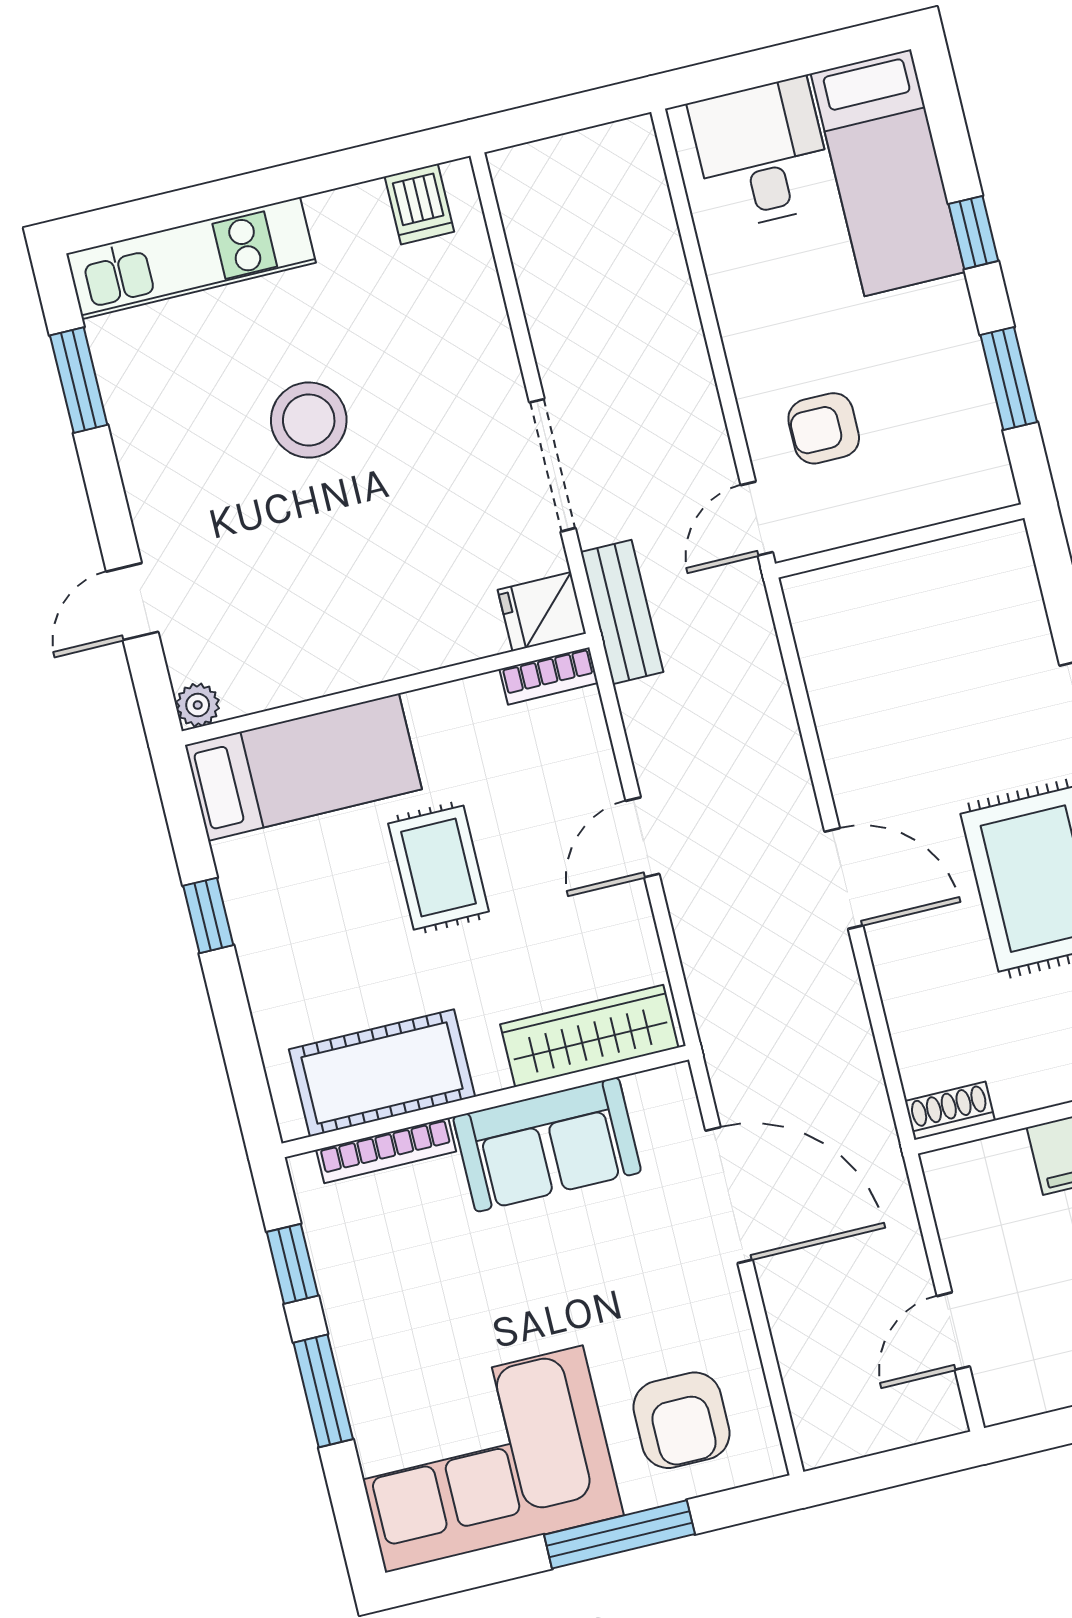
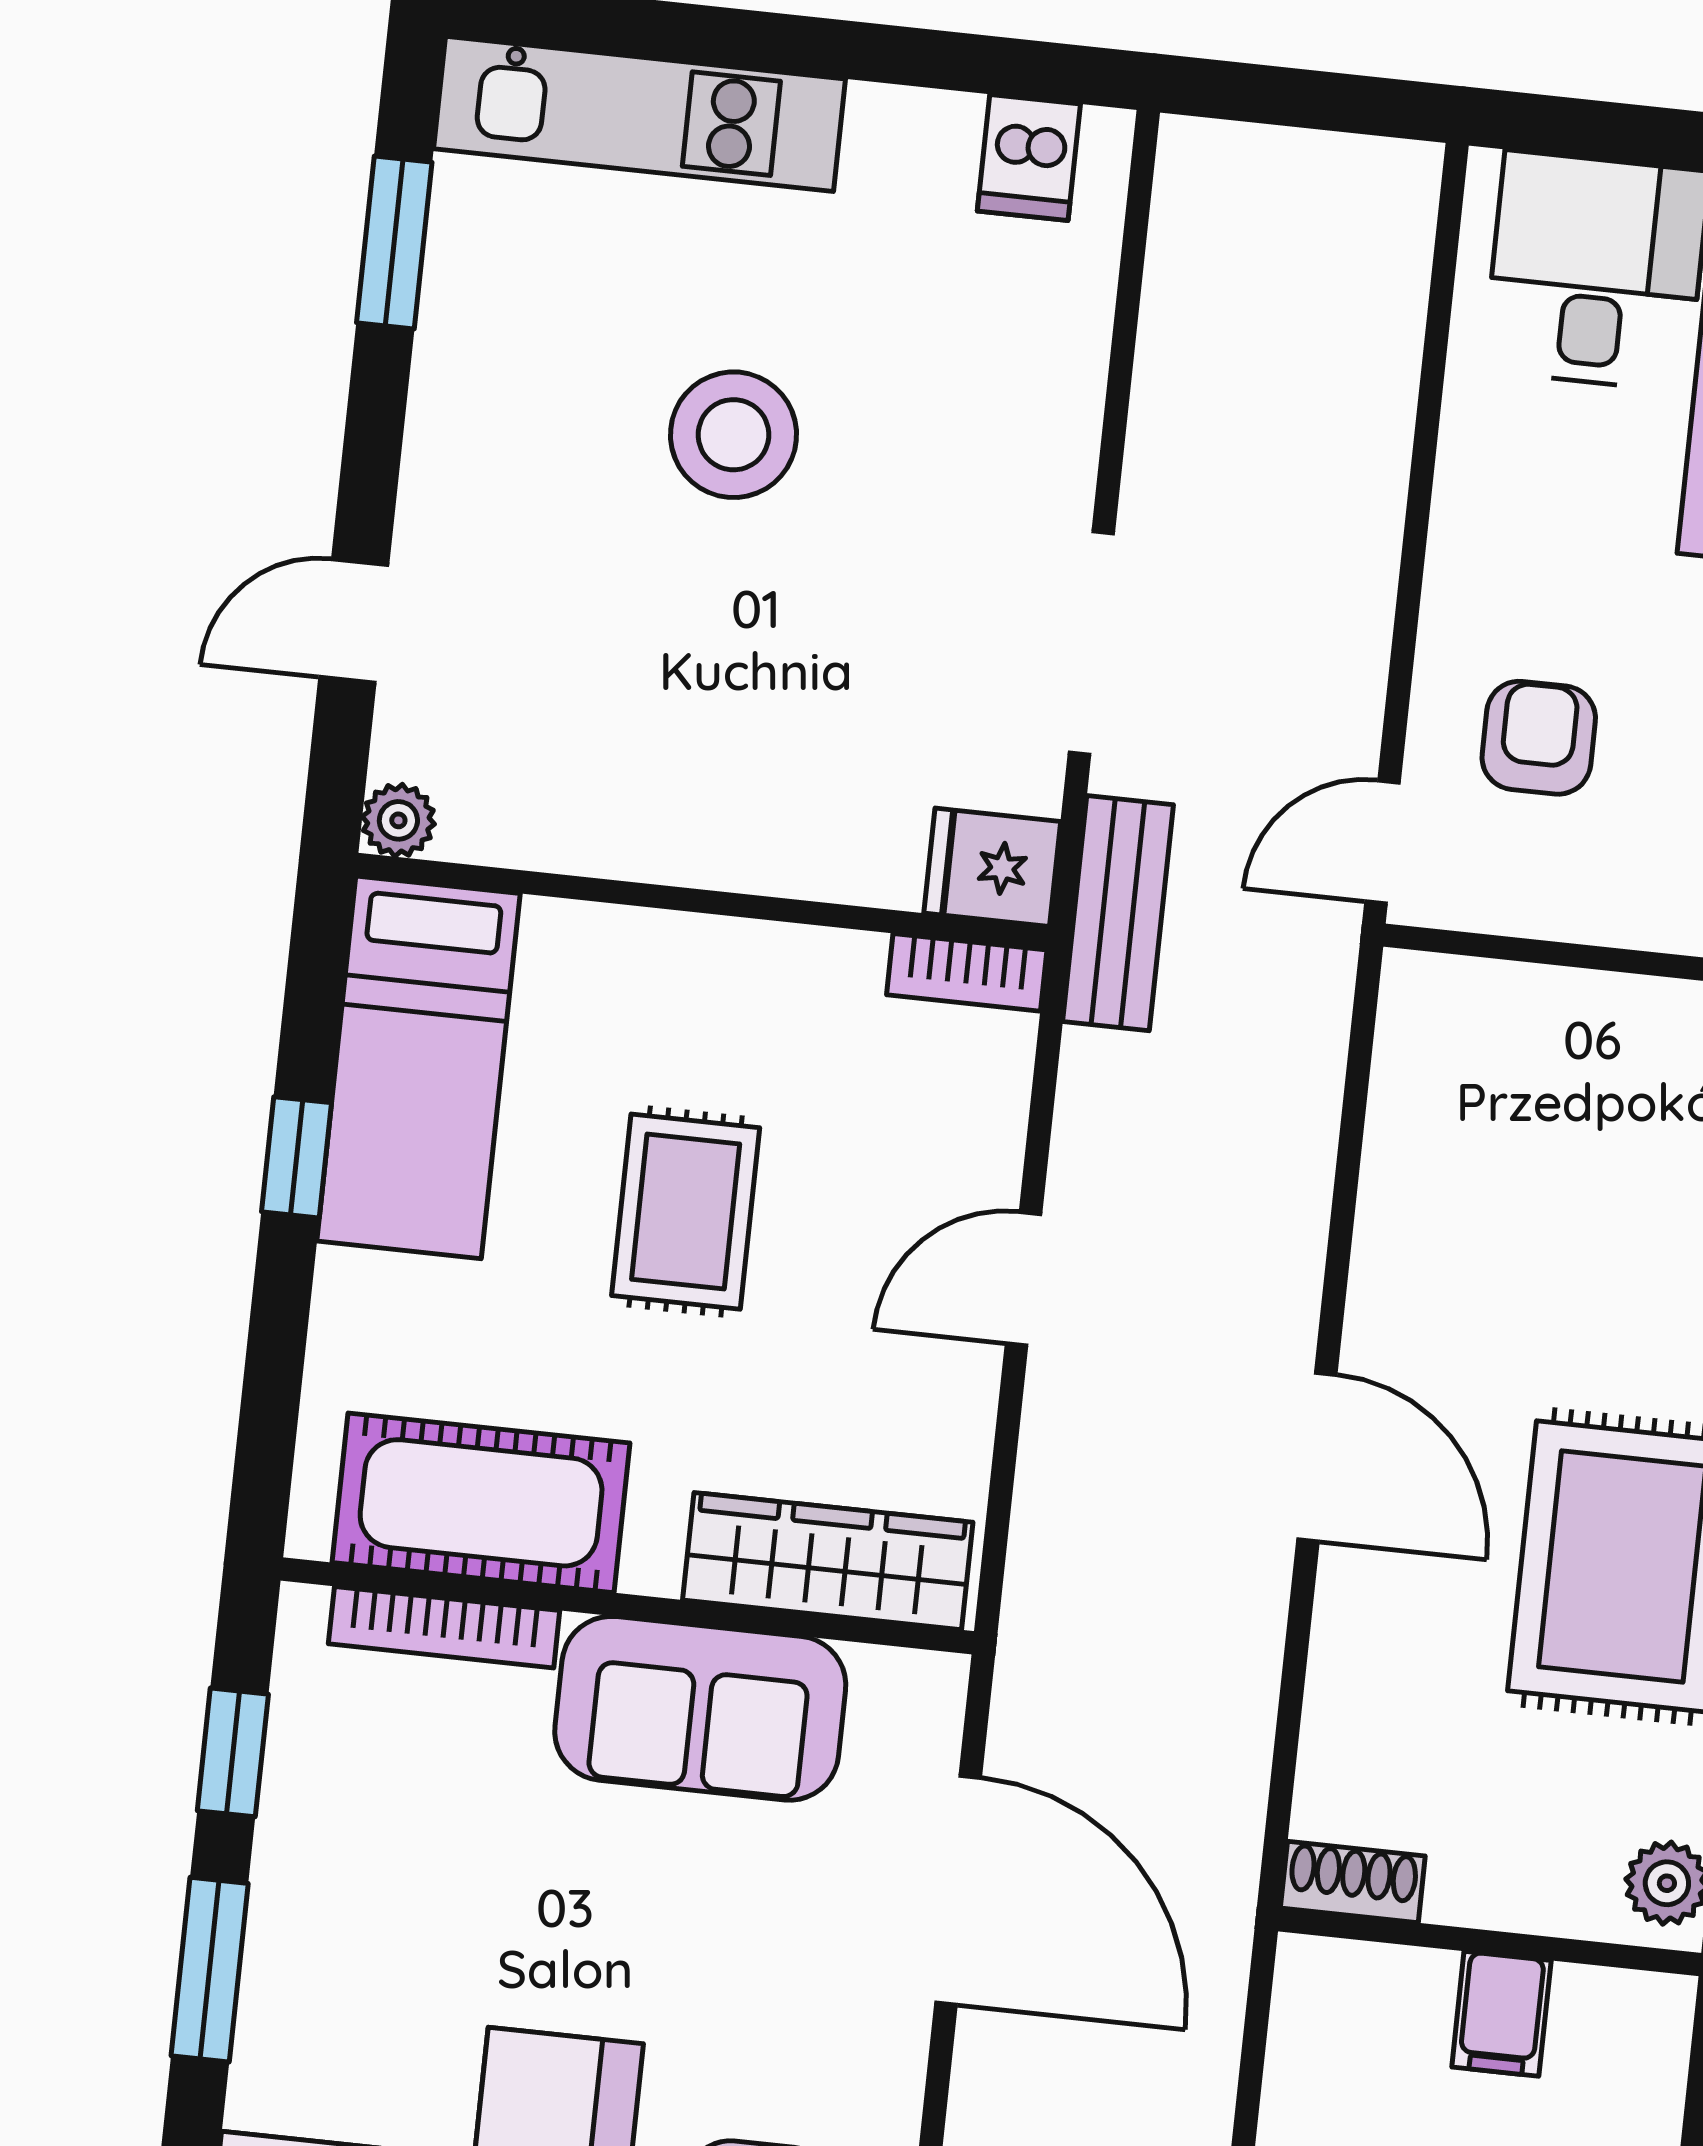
armchair: (824, 428) -> (1539, 738), turned 90
bed: (303, 767) -> (418, 1067), moved, turned 90

